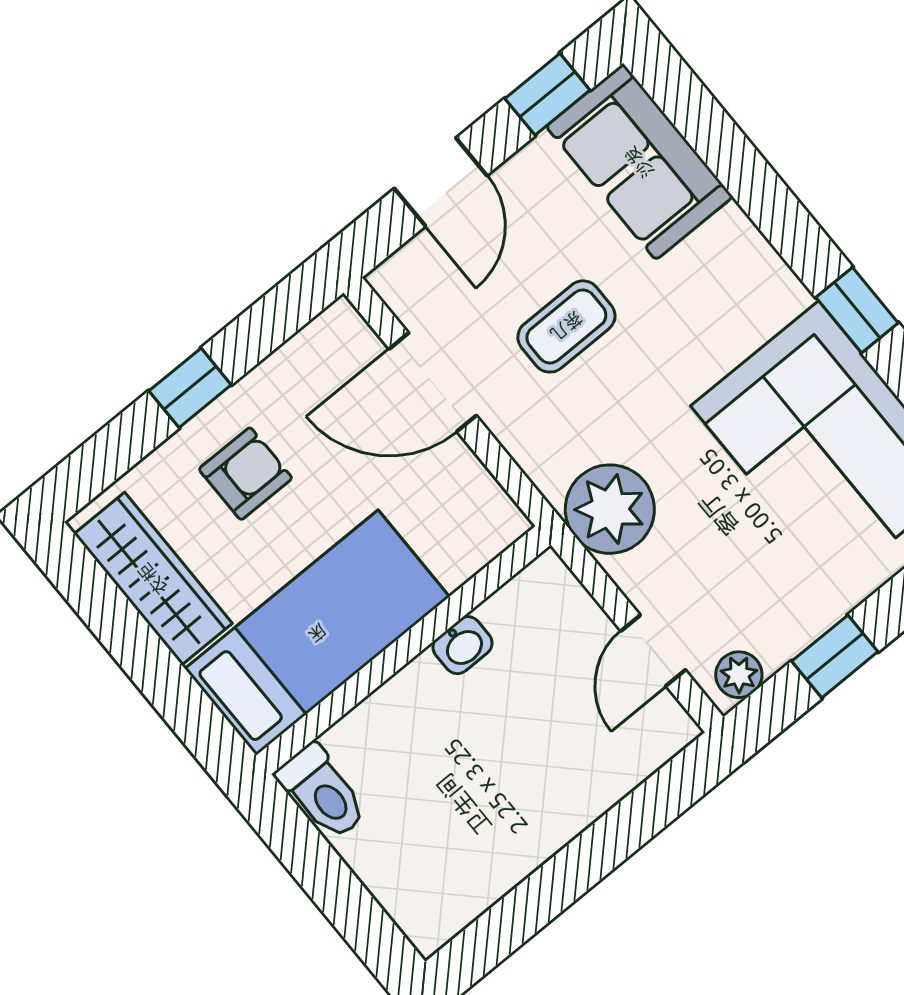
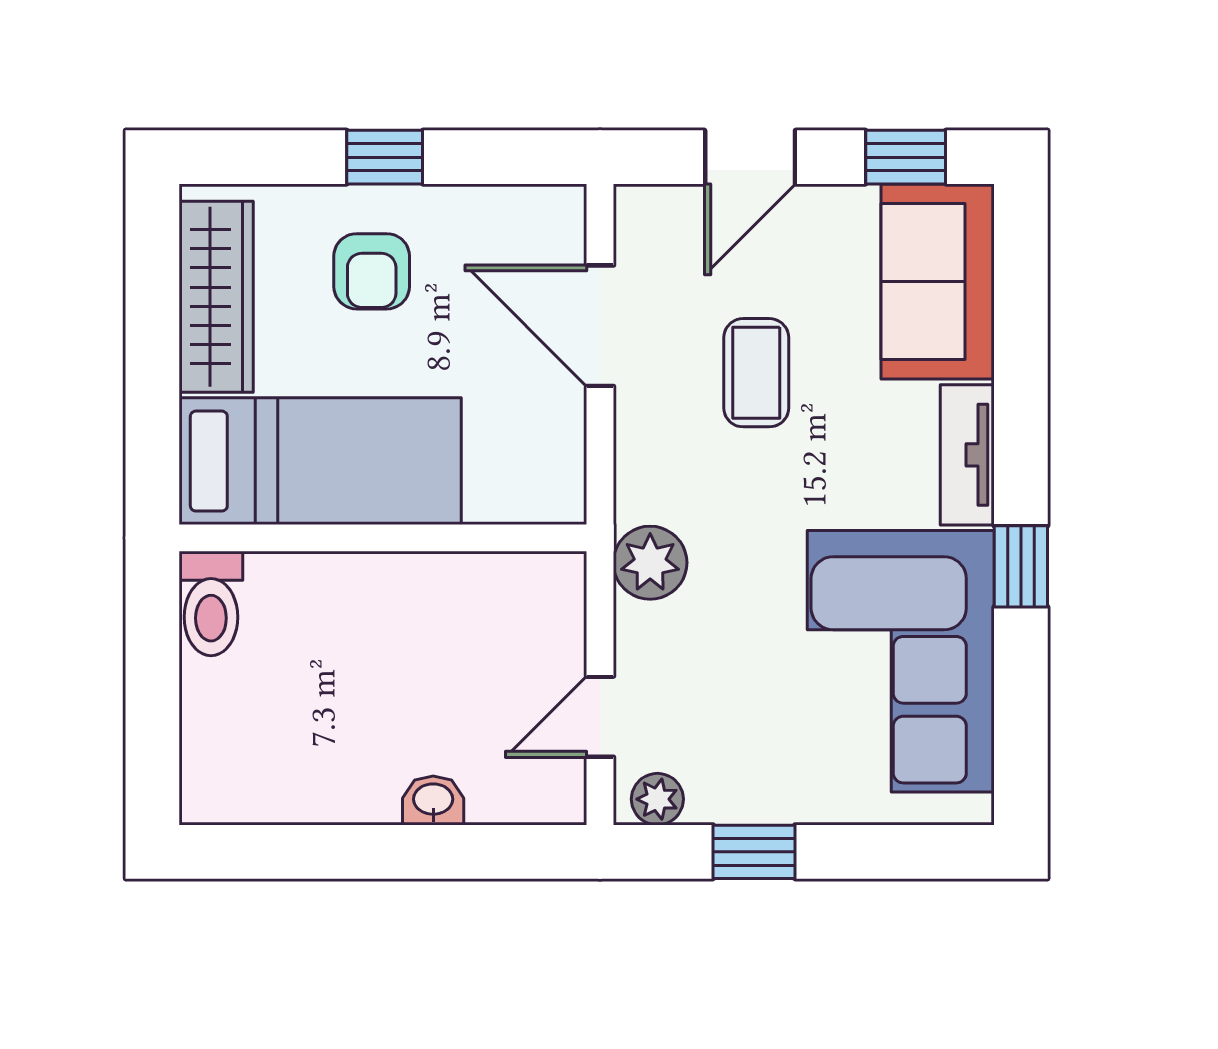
tv unit: (757, 264) -> (967, 455), added
coffee table: (566, 326) -> (756, 373), turned 90
armchair: (245, 474) -> (372, 271), turned 90
plant: (610, 509) -> (650, 563), width x0.73, depth x0.73
washbasin: (463, 645) -> (433, 801), moved, turned 180

